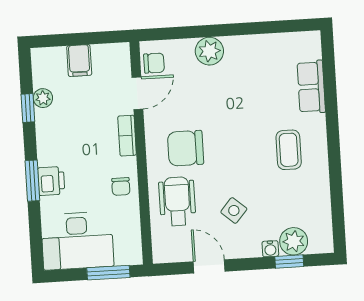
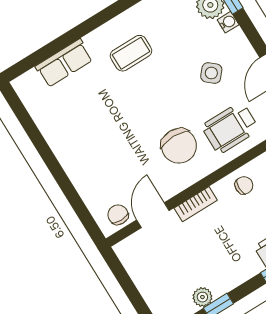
plant: (209, 51) -> (81, 171), removed
filing cabinet: (79, 61) -> (152, 283), removed
door: (137, 93) -> (153, 215), hinge flipped

